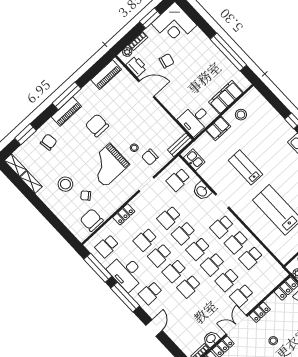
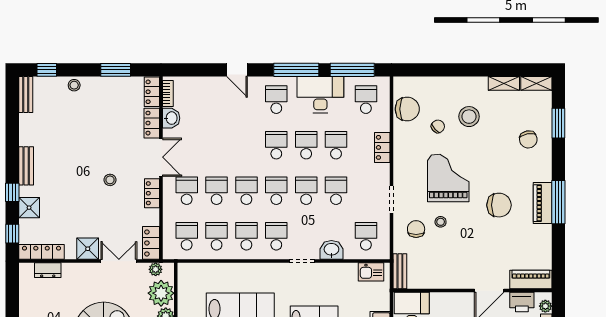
piano: (106, 75) -> (531, 280), moved, turned 90
piano: (66, 112) -> (543, 203), moved
school desk: (189, 286) -> (187, 236), moved

